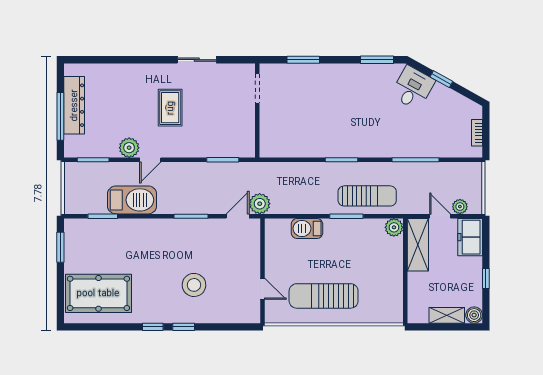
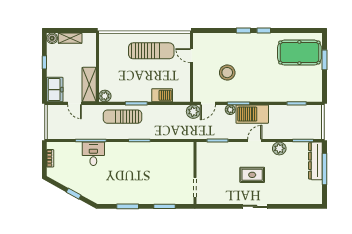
sliding door: (197, 60) -> (255, 206), moved
window: (377, 60) -> (128, 206), moved
desk: (413, 88) -> (93, 154), moved, turned 151
dresser: (74, 105) -> (315, 161), moved
rug: (170, 108) -> (252, 175), turned 90
door: (150, 160) -> (255, 140), moved
barbecue: (132, 200) -> (252, 114), moved
plant: (460, 207) -> (230, 110), moved
window: (60, 247) -> (325, 60), moved
stool: (194, 285) -> (227, 73), moved

